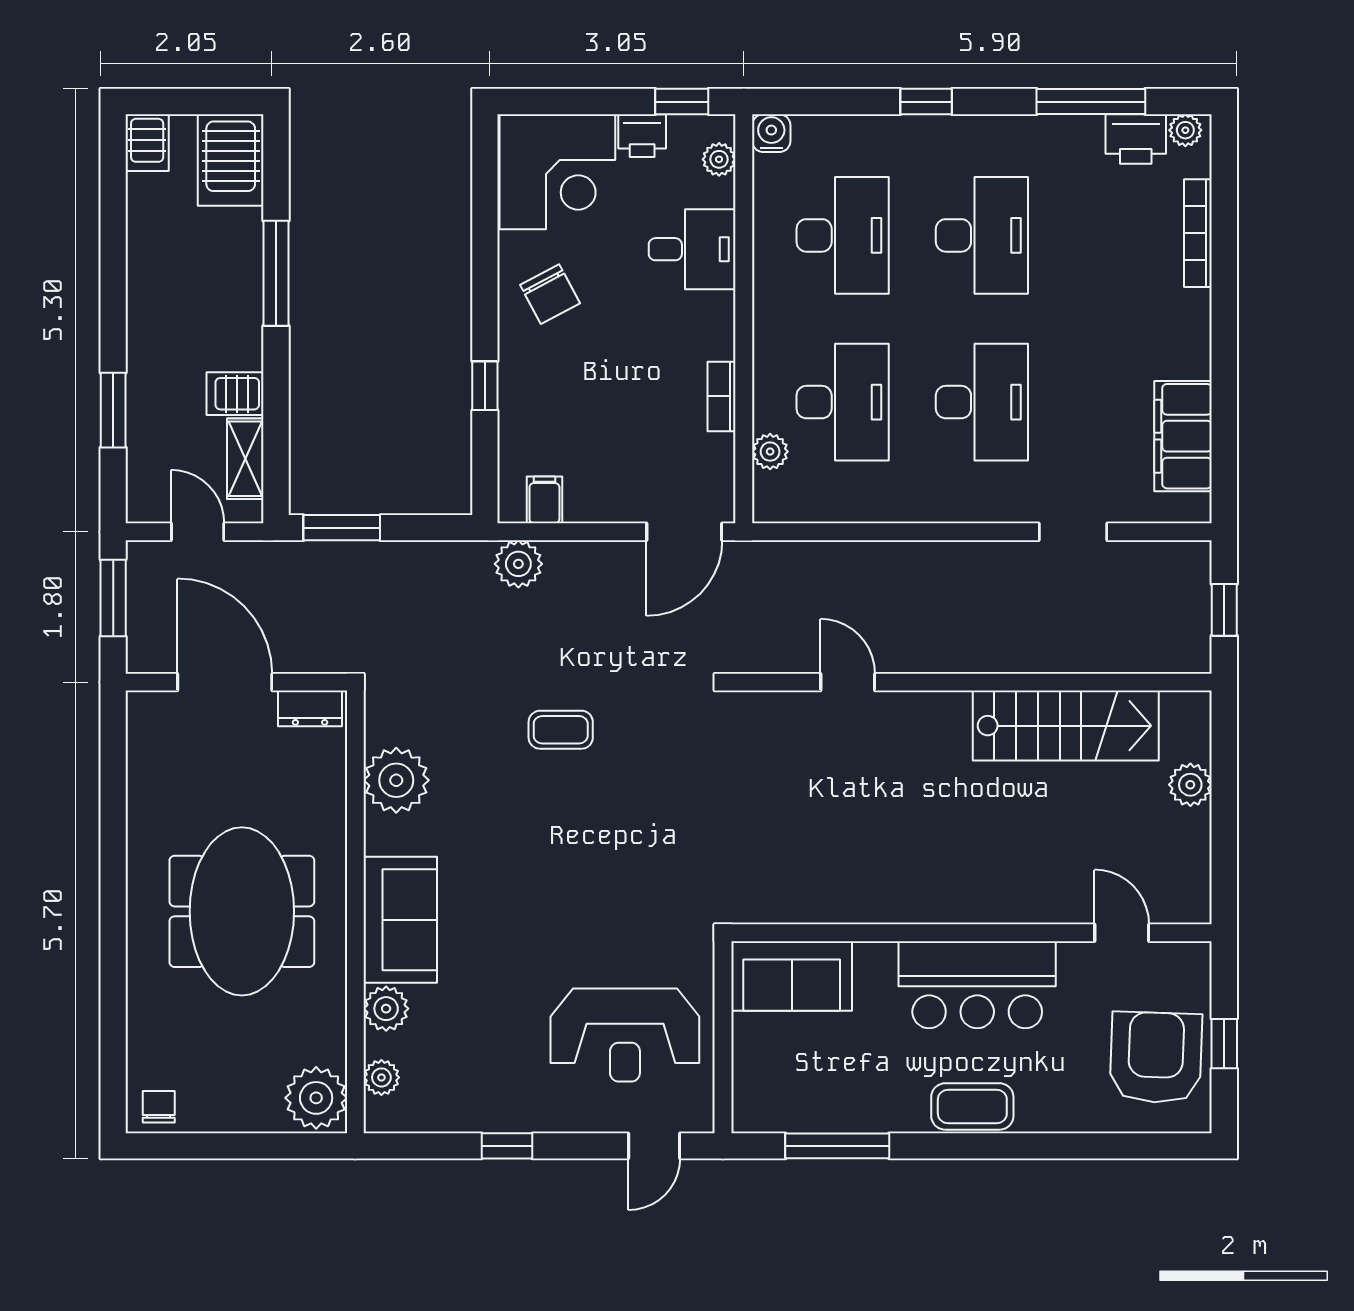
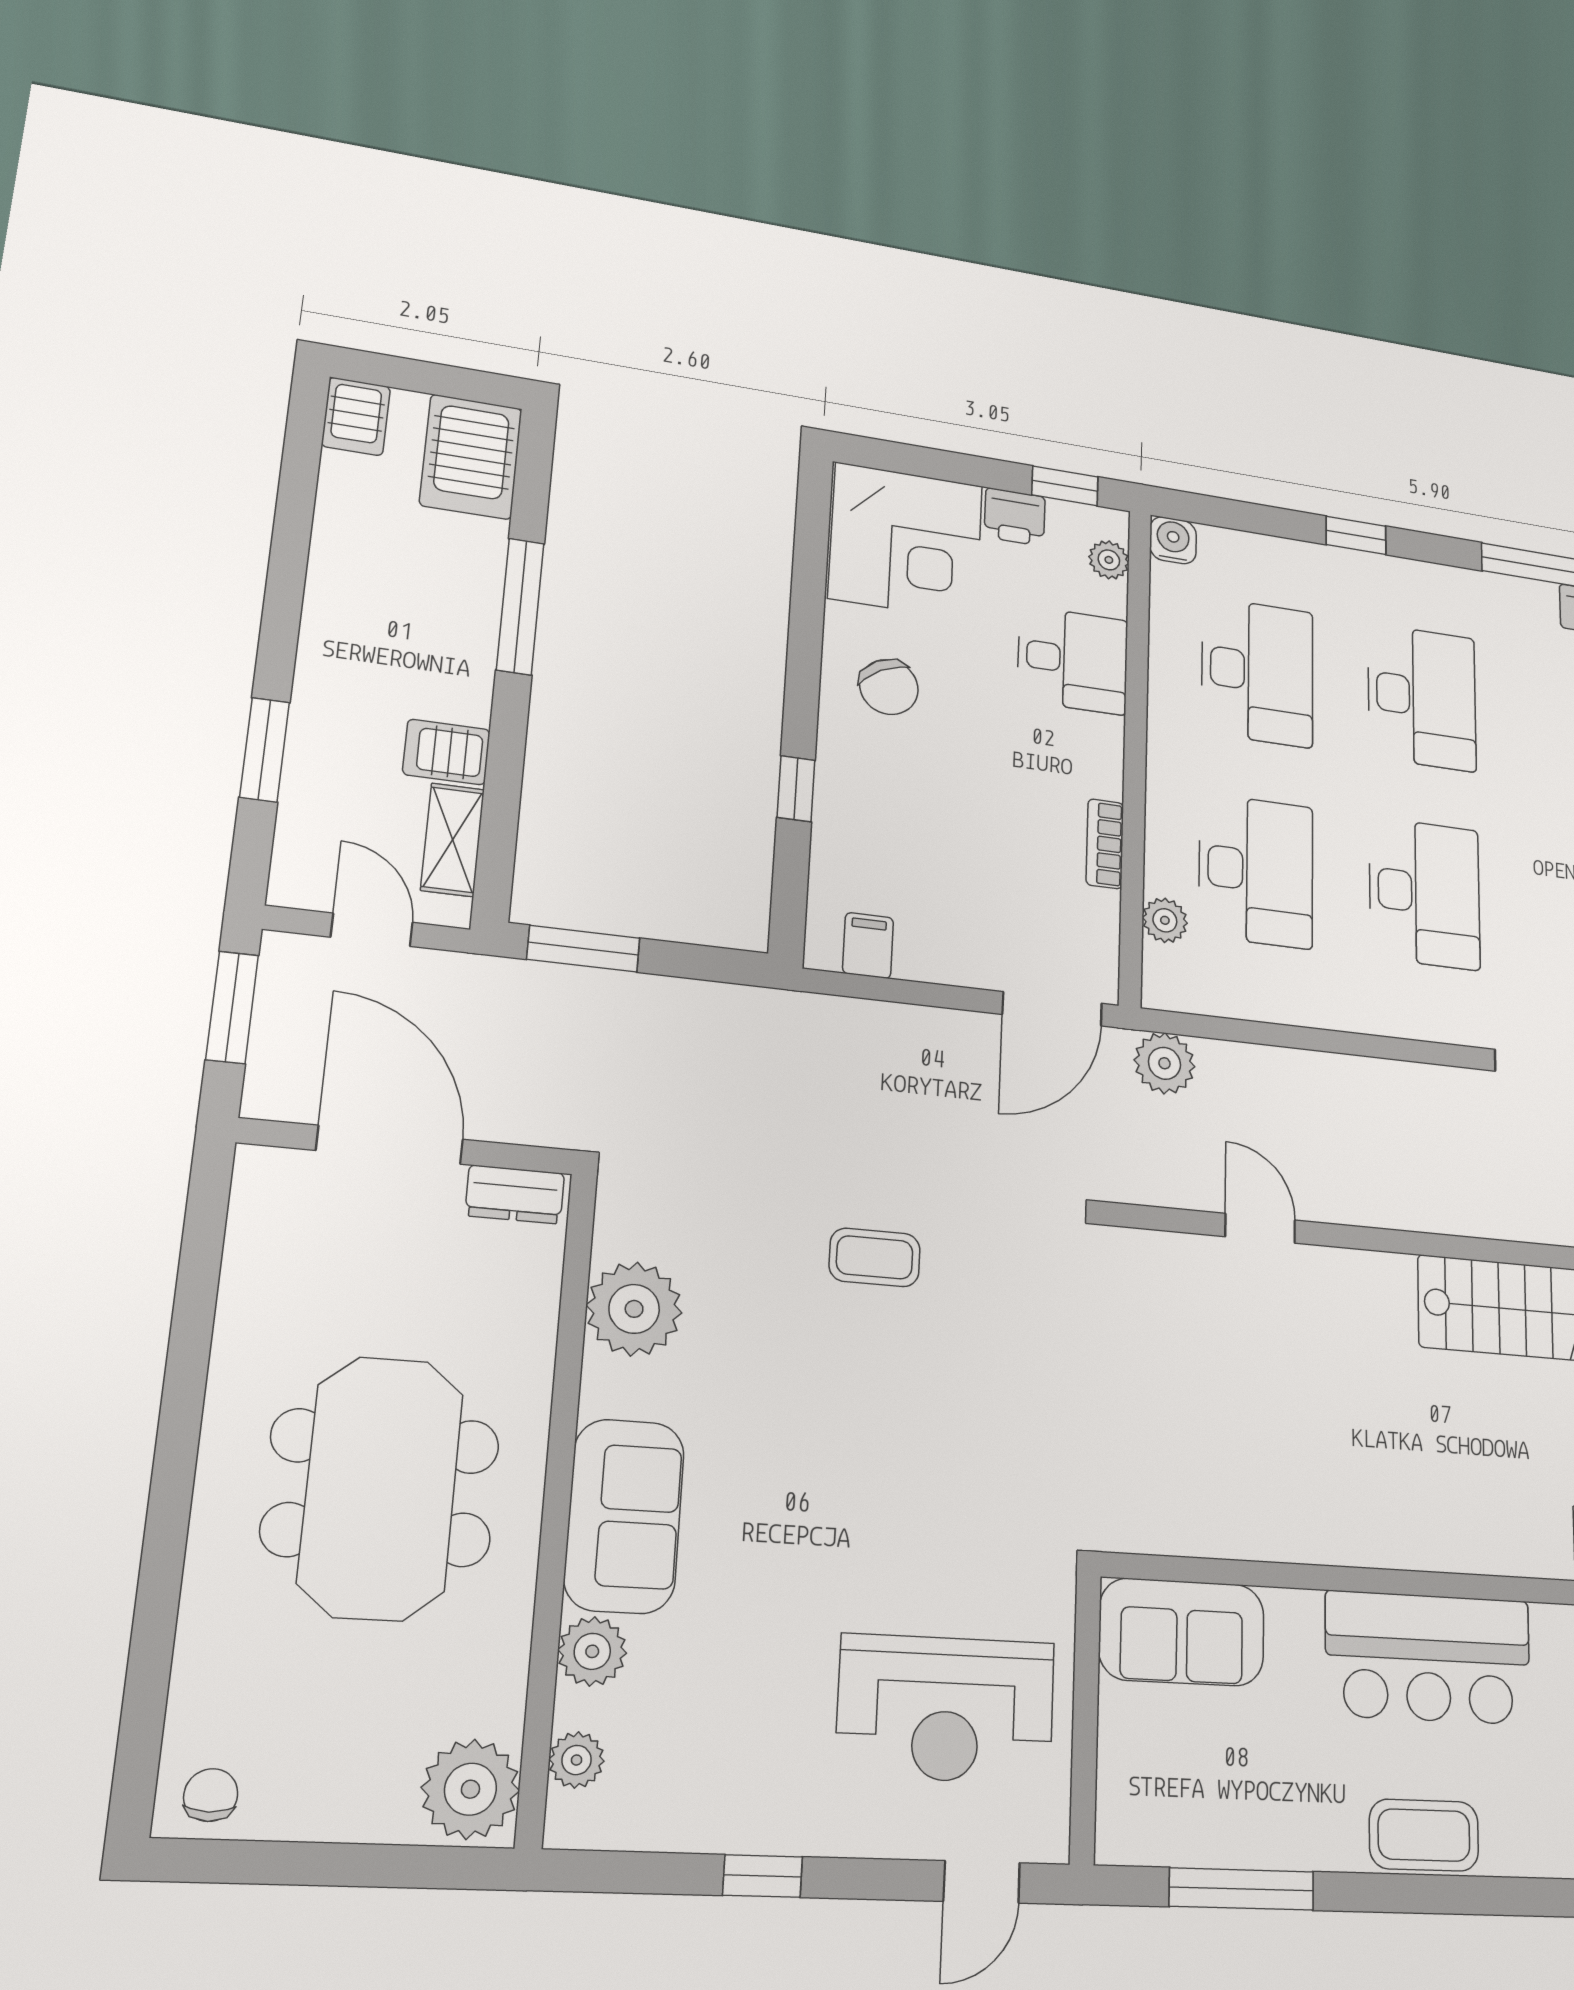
plant: (518, 564) -> (1164, 1063), moved

